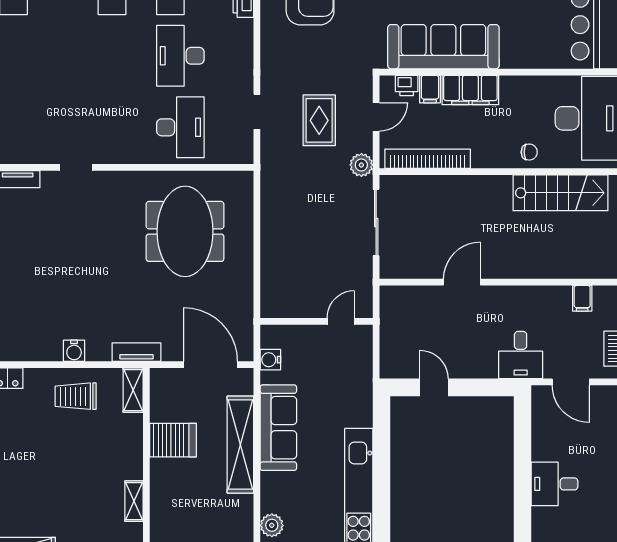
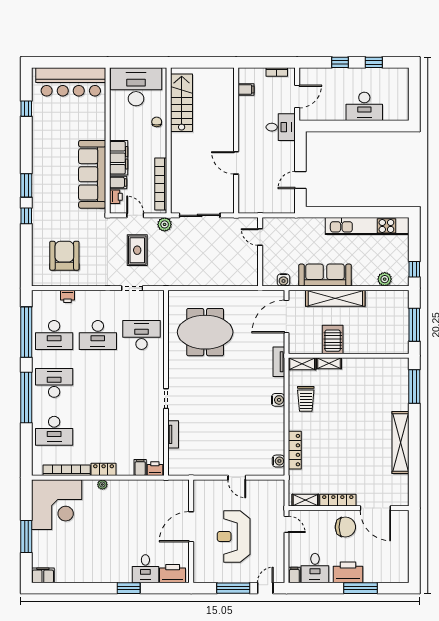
rug: (319, 120) -> (137, 250), turned 90
desk: (554, 484) -> (364, 106), width x1.37
shelving: (134, 501) -> (329, 363), moved

